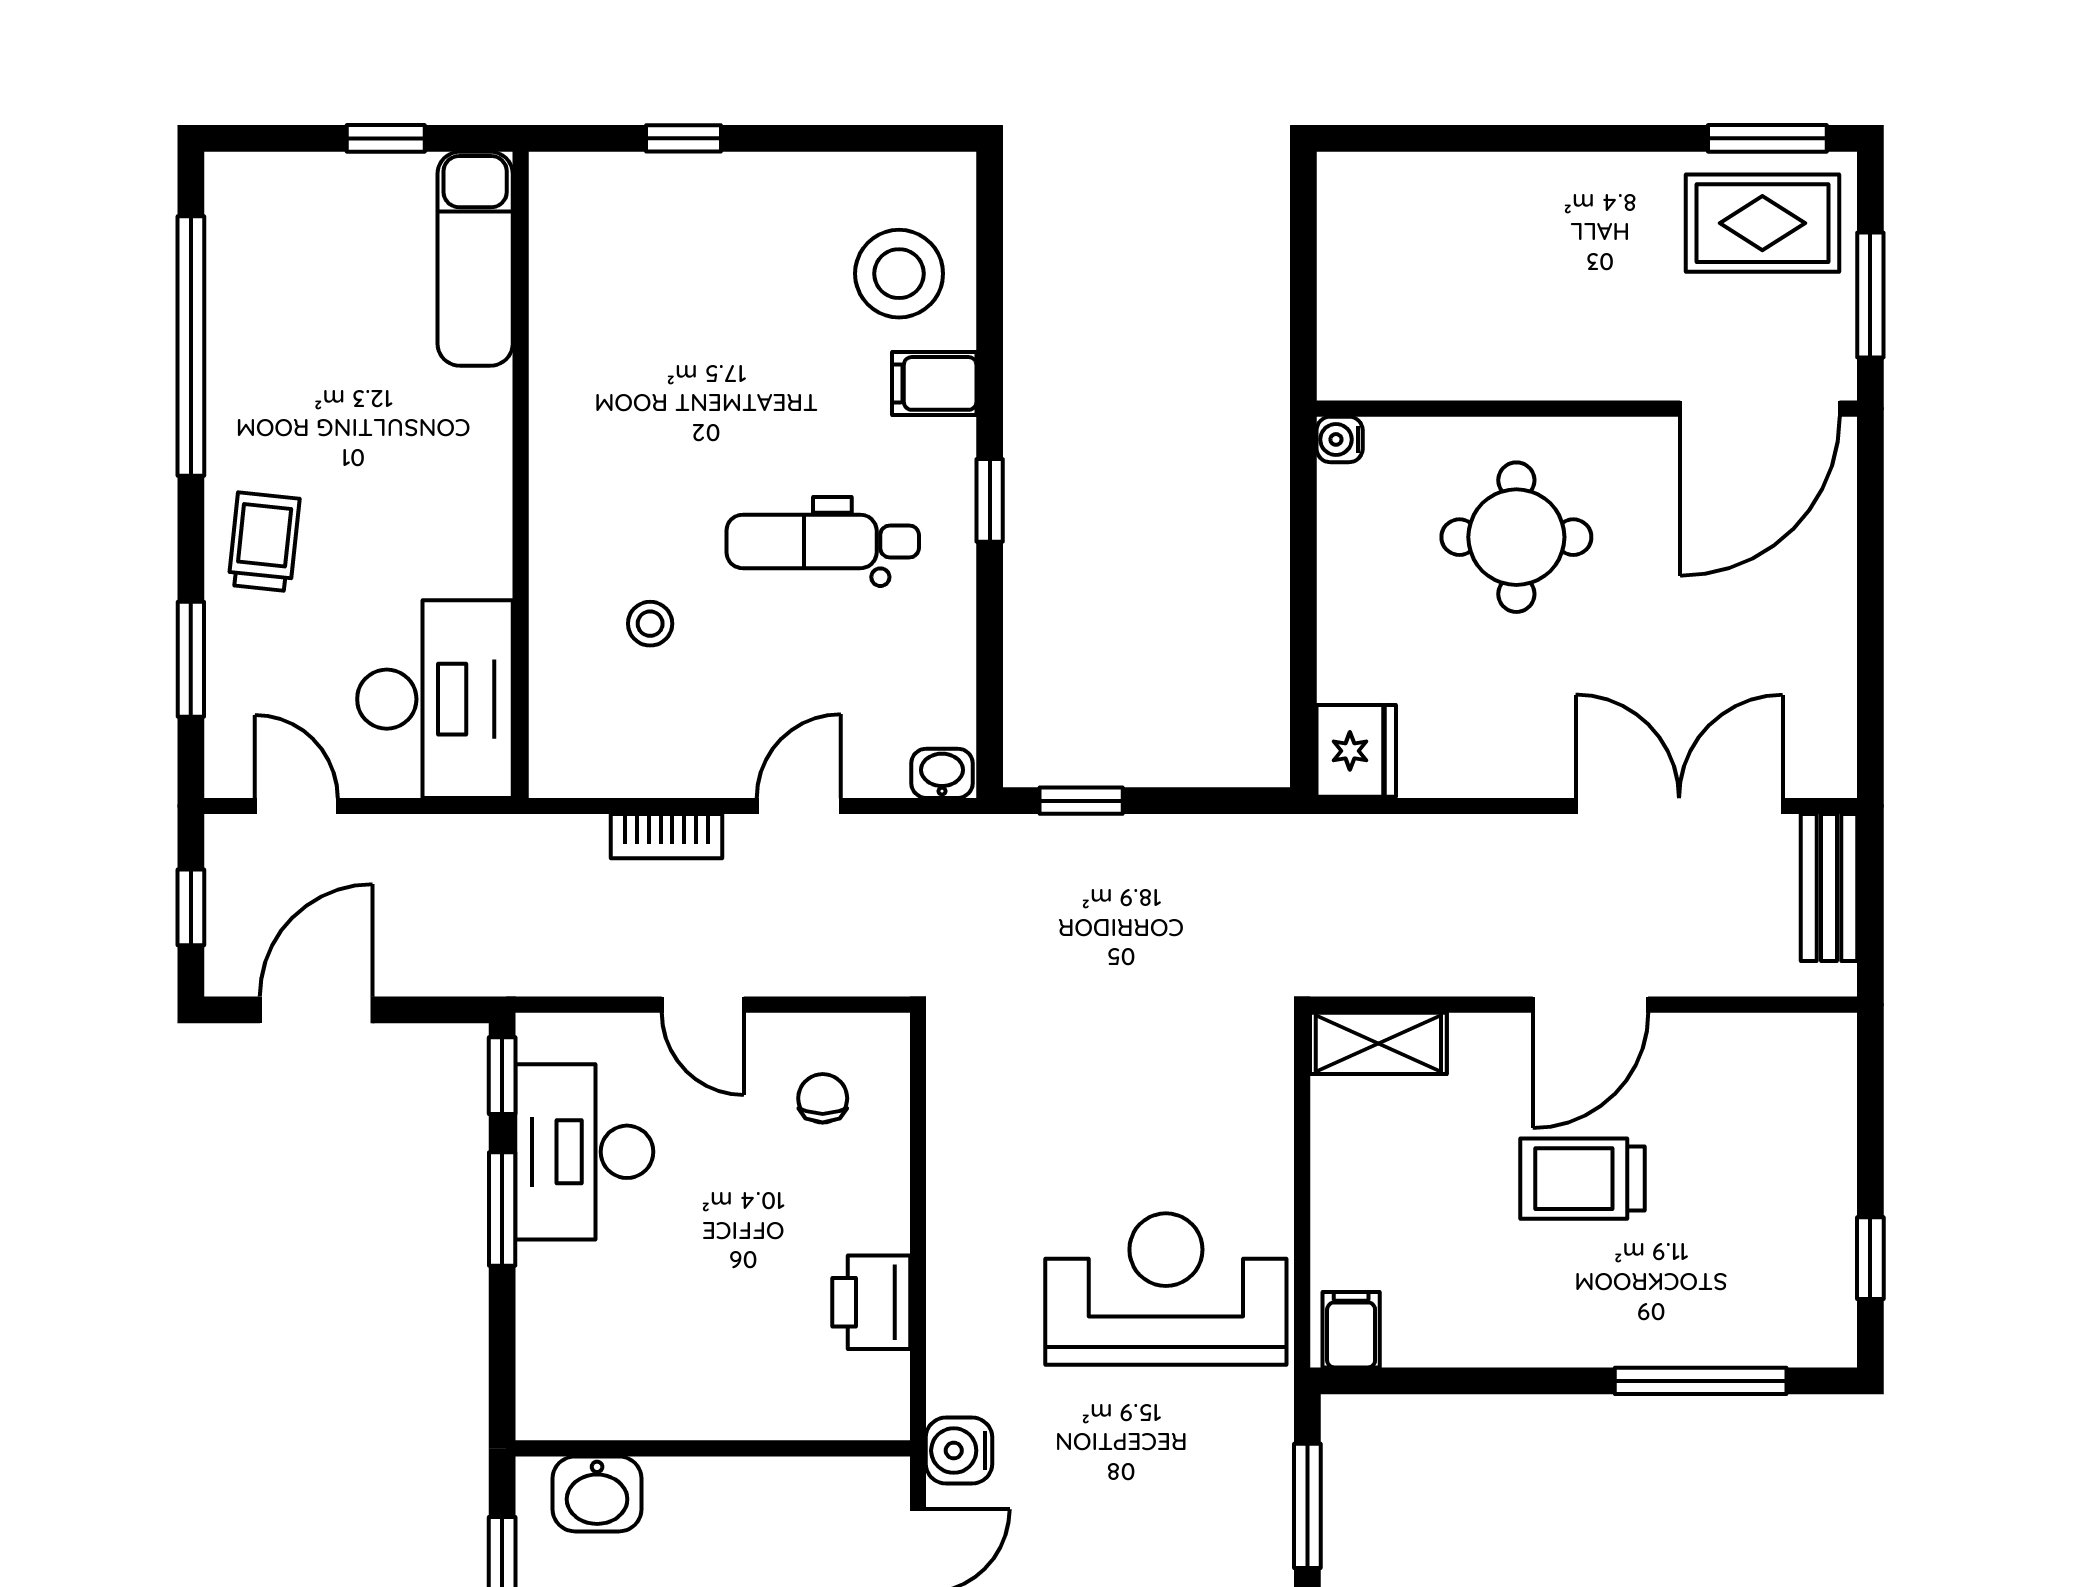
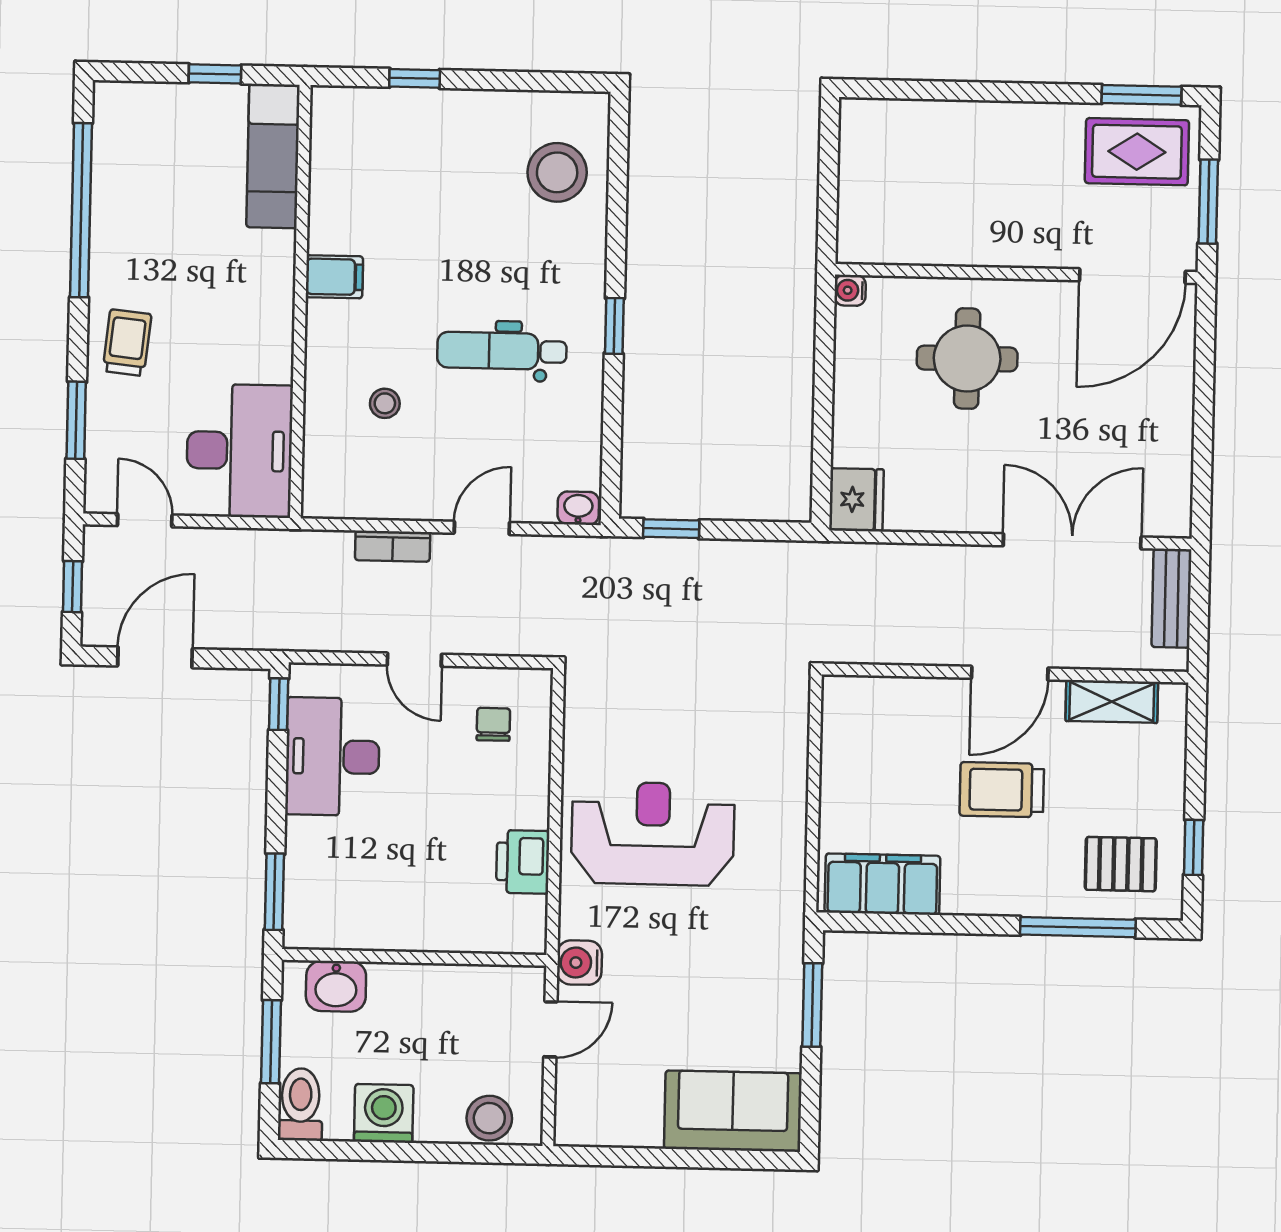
filing cabinet: (934, 383) -> (334, 277), moved, turned 180
shelving: (1378, 1043) -> (1112, 701), moved
window: (502, 1209) -> (274, 892), moved
pallet: (1763, 1285) -> (1121, 864), added
reception desk: (1166, 1289) -> (653, 834), moved
filing cabinet: (1351, 1330) -> (882, 884), width x3.00, depth x1.17

